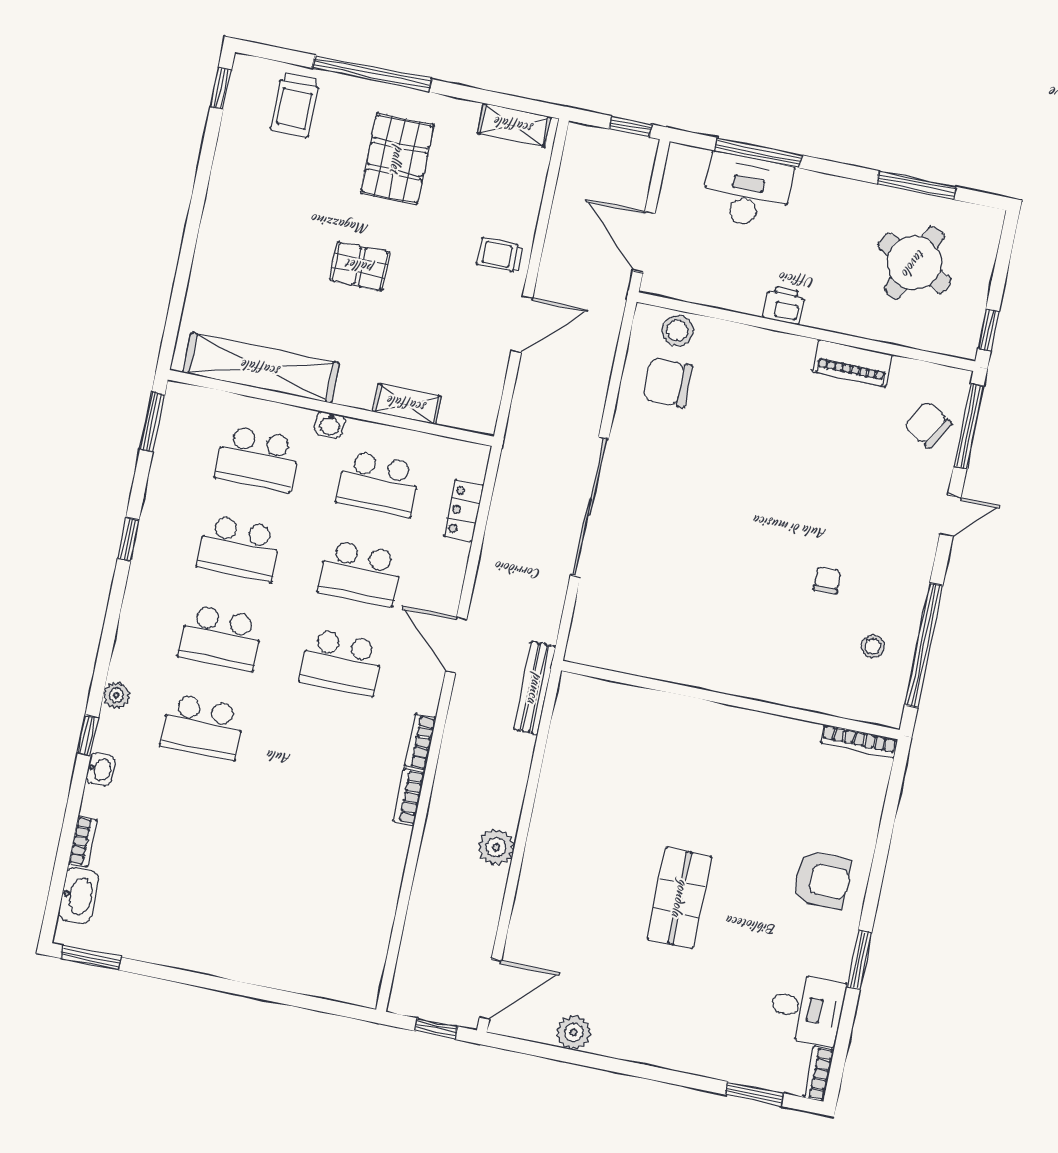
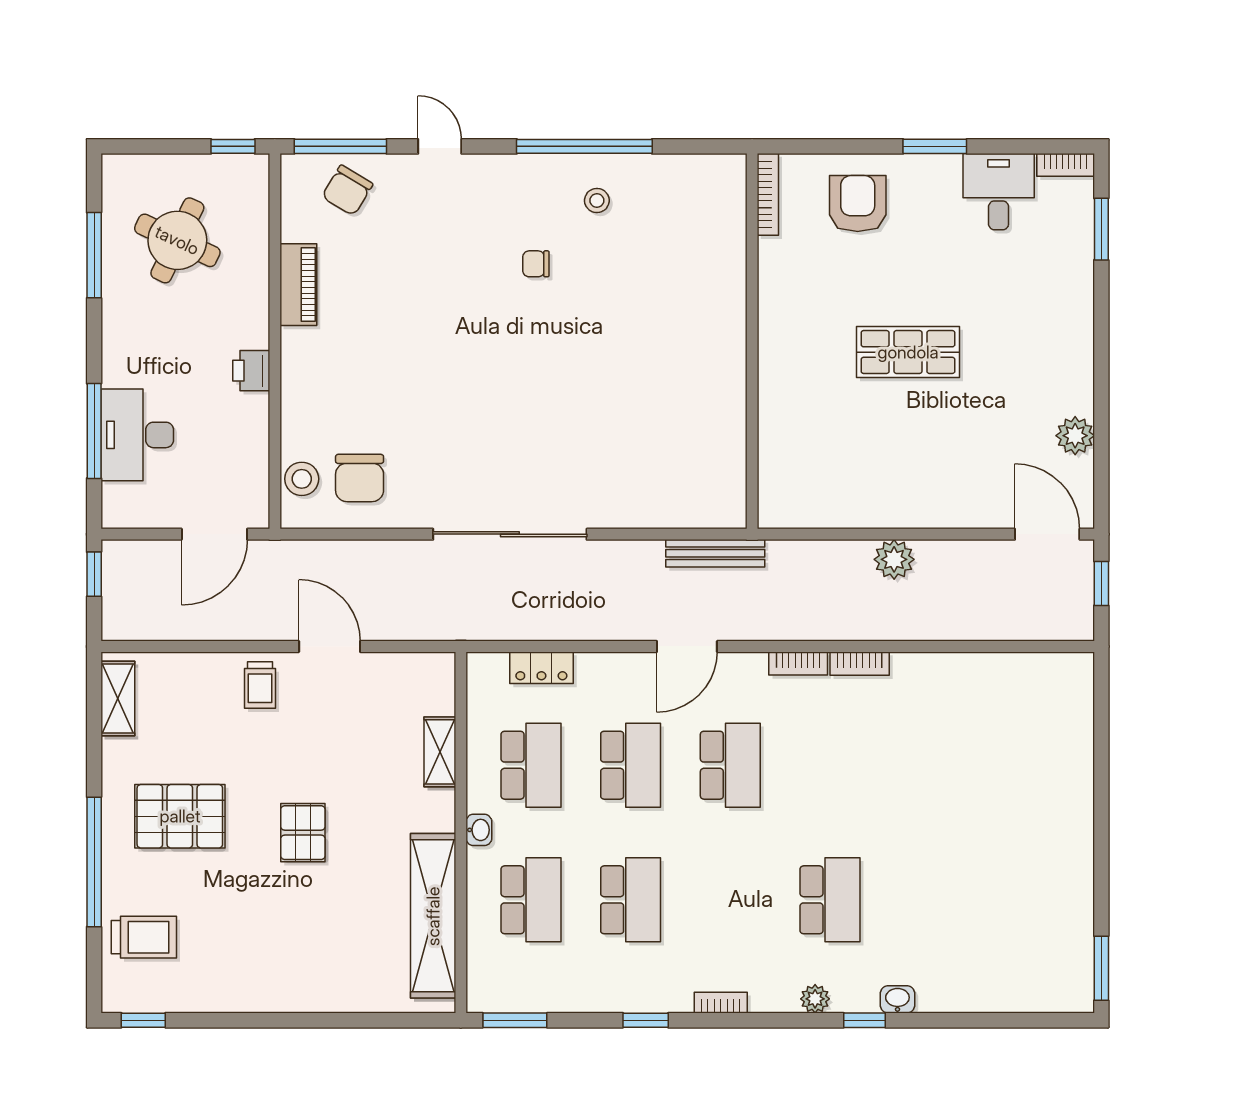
school desk: (221, 637) -> (730, 900), removed
wall: (730, 700) -> (752, 341), moved
bookcase: (859, 741) -> (768, 194), moved
bookcase: (83, 842) -> (721, 1003), moved
washbasin: (79, 896) -> (1038, 995), removed

